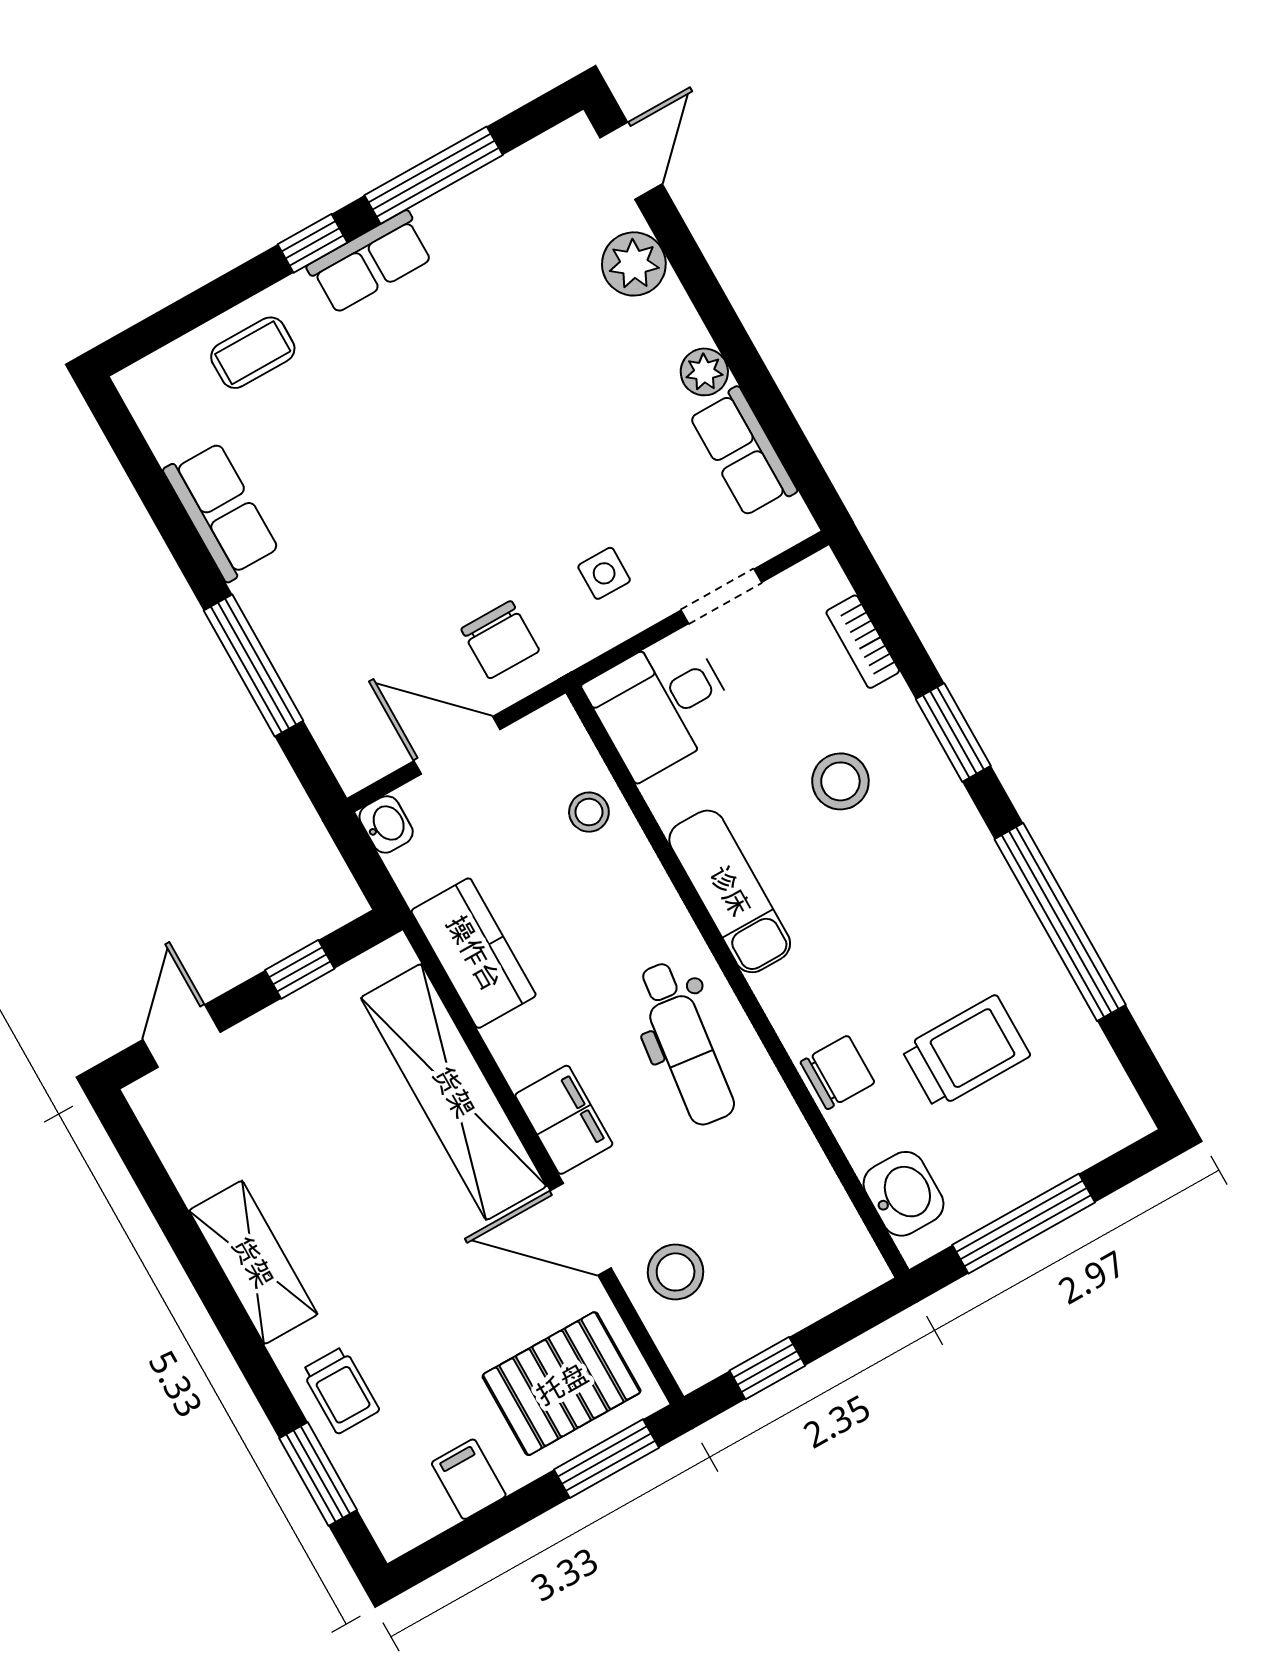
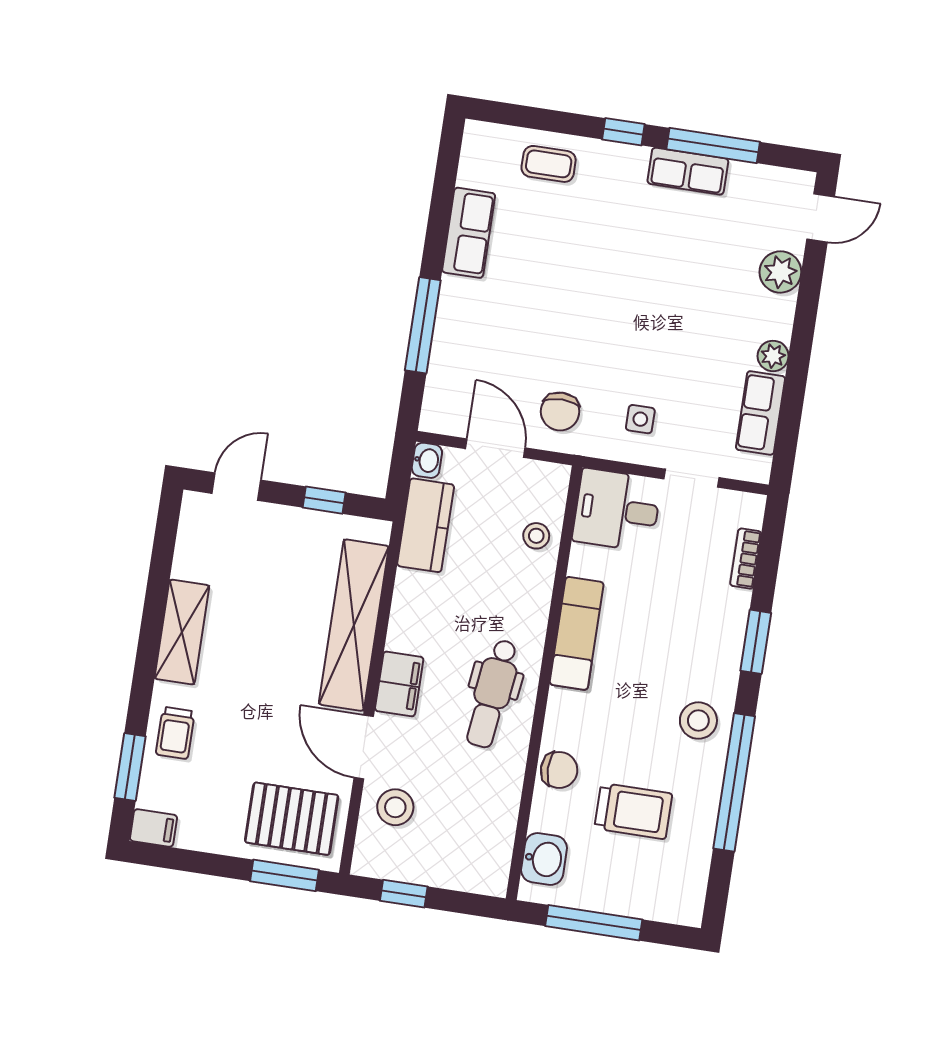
row of seats: (370, 262) -> (688, 171), moved
stool: (840, 781) -> (698, 721), moved
kitchen counter: (474, 953) -> (426, 525), moved
filing cabinet: (469, 1479) -> (153, 828), moved, turned 90

